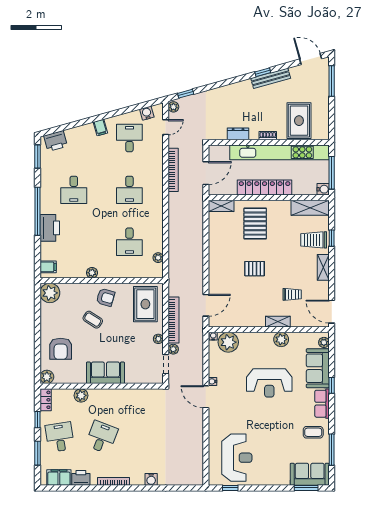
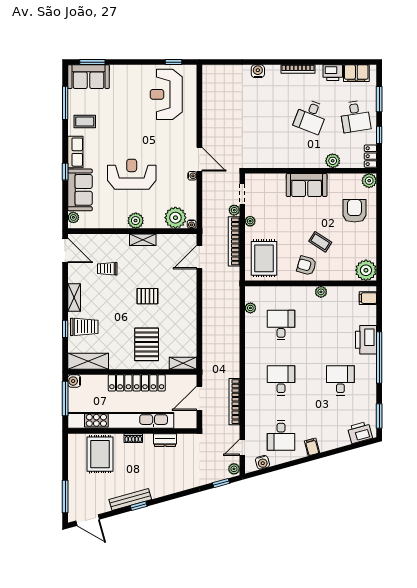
shelving: (278, 322) -> (143, 240), moved
plant: (281, 339) -> (136, 221), moved

